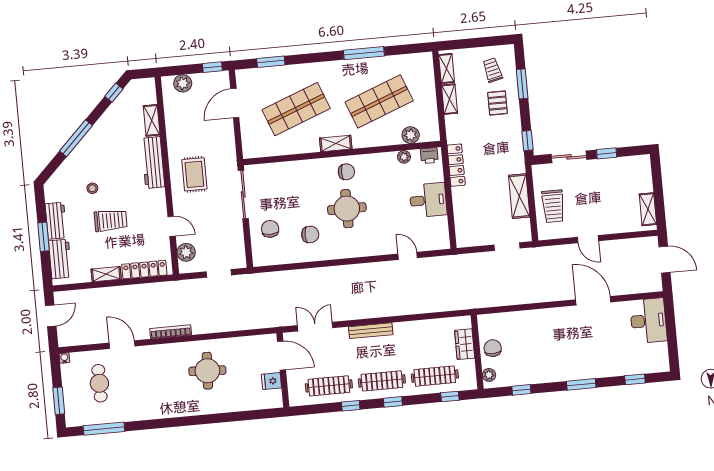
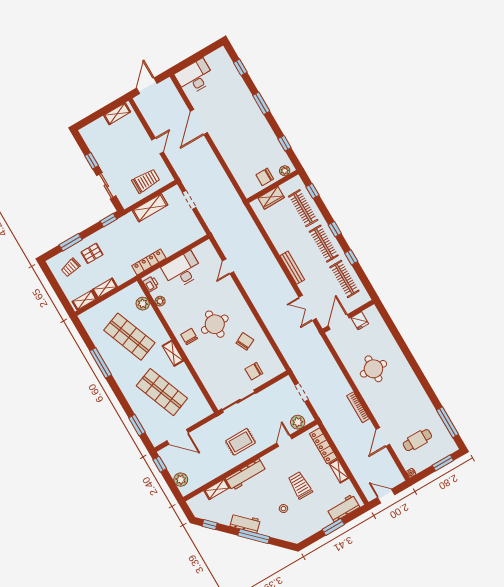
desk: (428, 200) -> (182, 270), width x1.37
workbench: (56, 221) -> (245, 523), moved, turned 45
chair: (310, 234) -> (245, 341), turned 64

